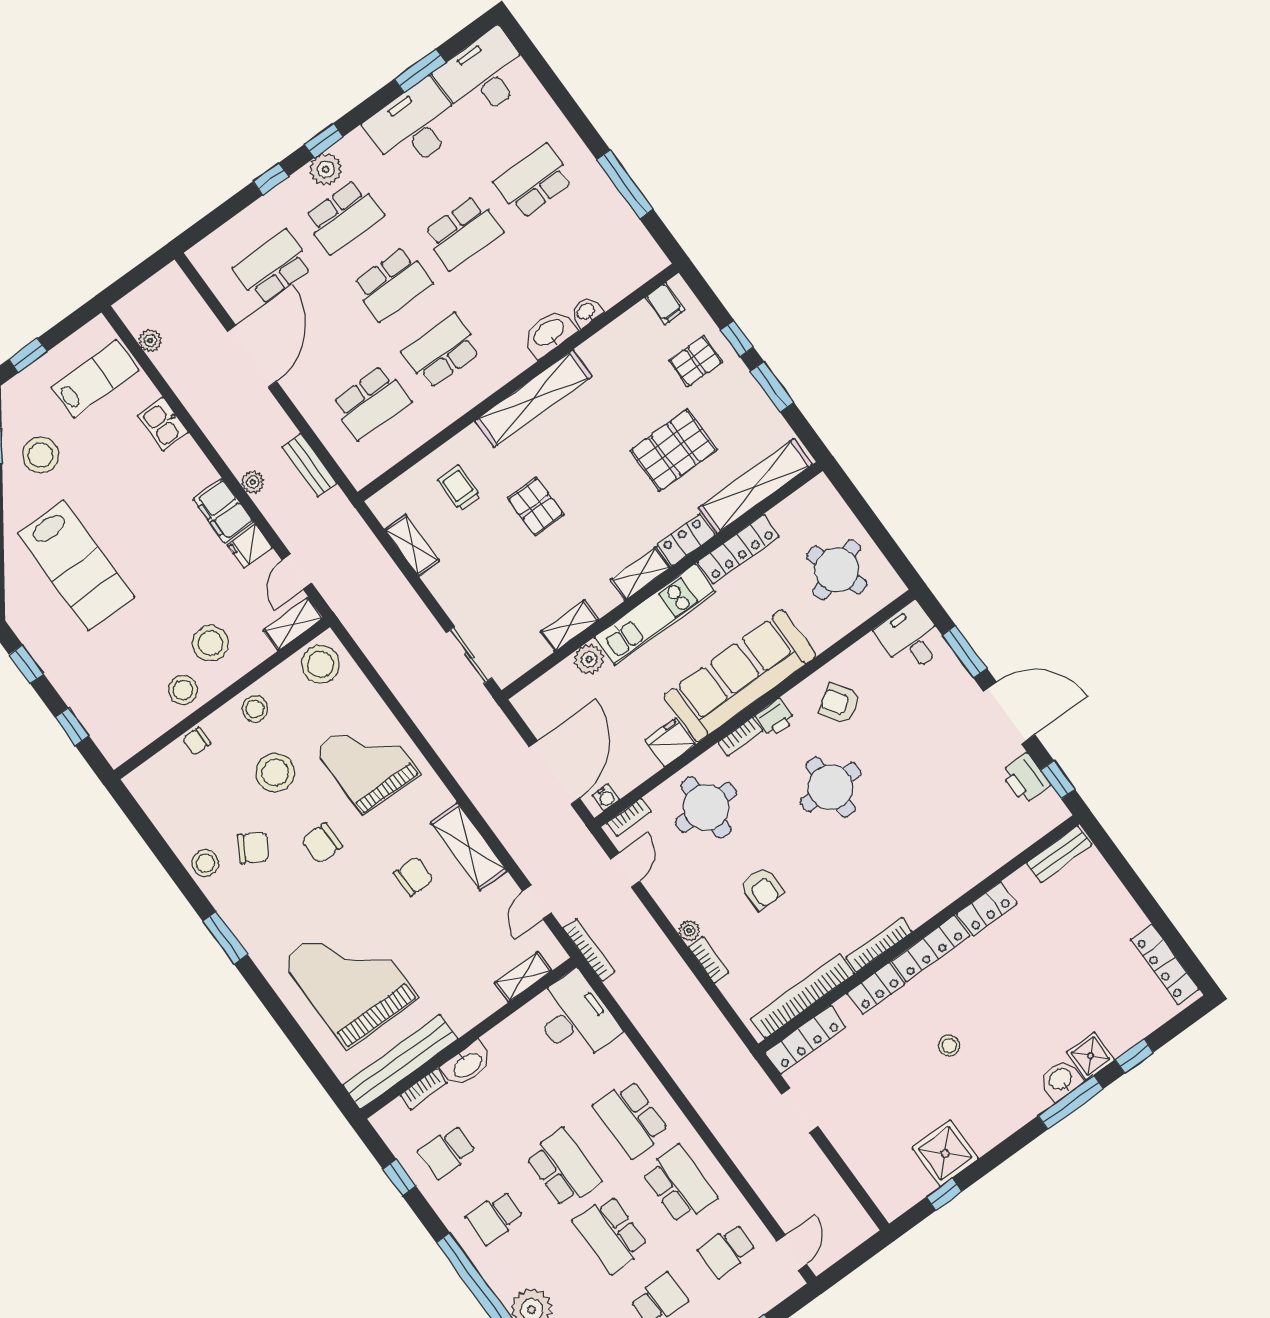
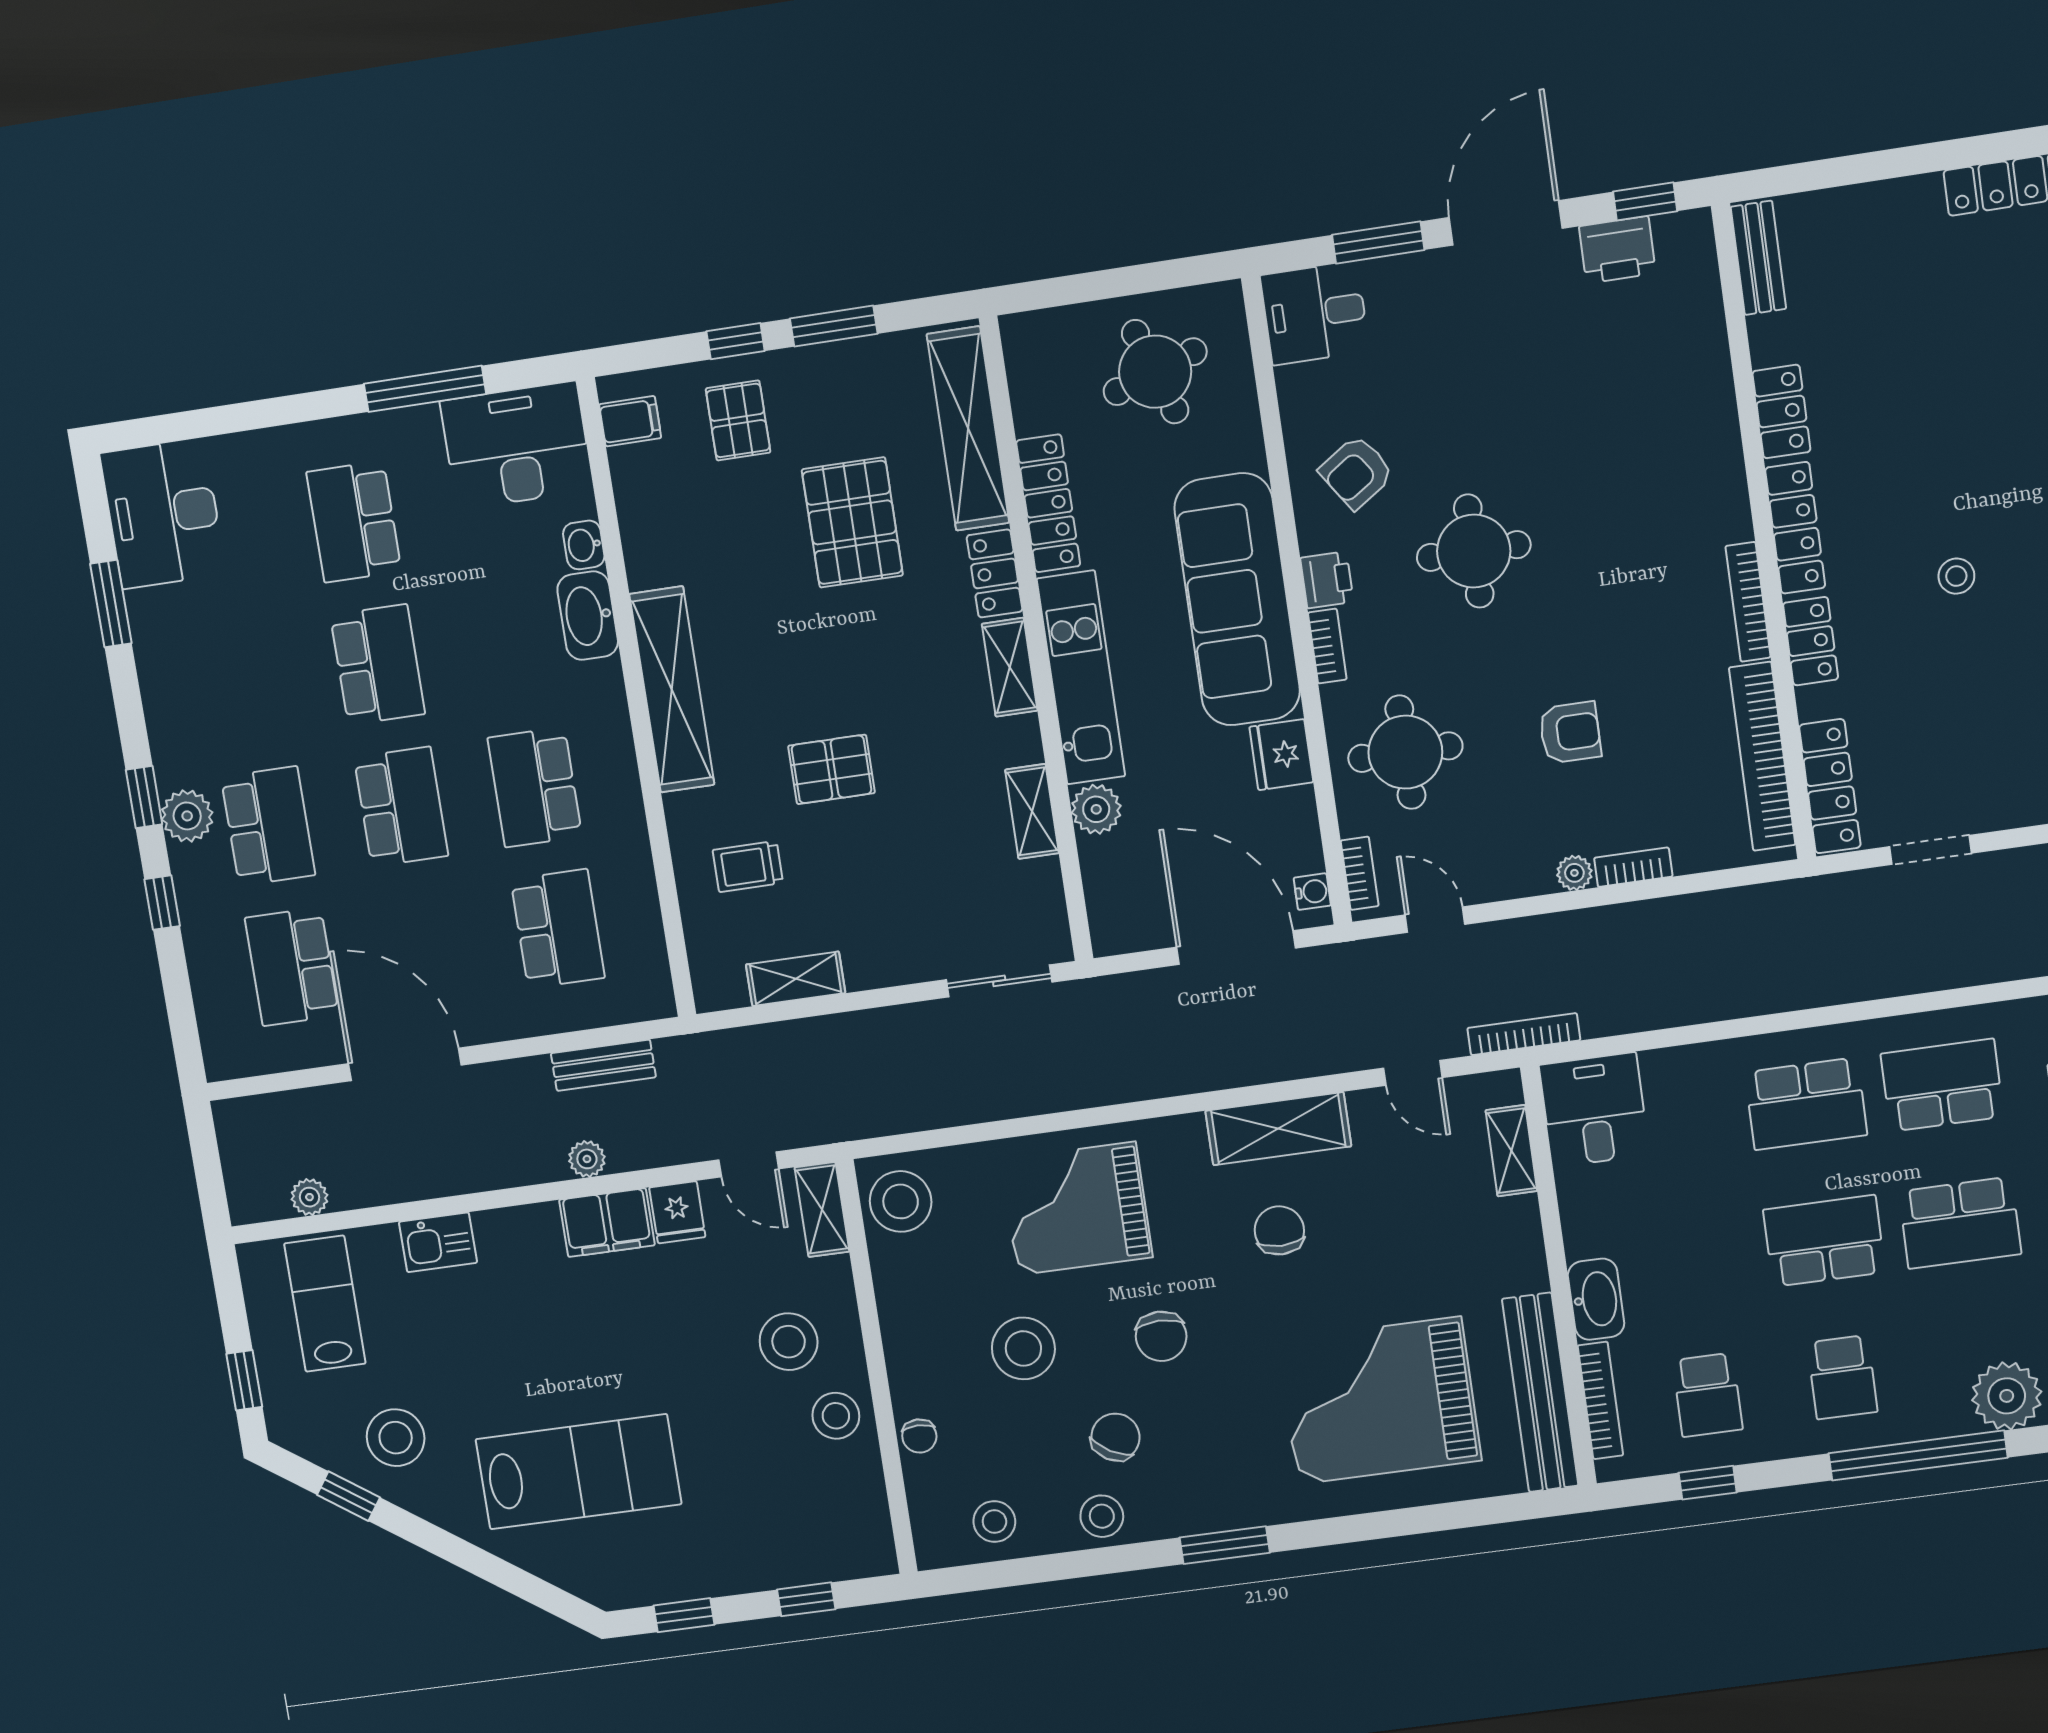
desk: (414, 126) -> (517, 445), moved, turned 90
stool: (255, 709) -> (994, 1522), moved
desk: (575, 1018) -> (1594, 1110), width x0.73
bookcase: (424, 1089) -> (1600, 1400), width x1.56

